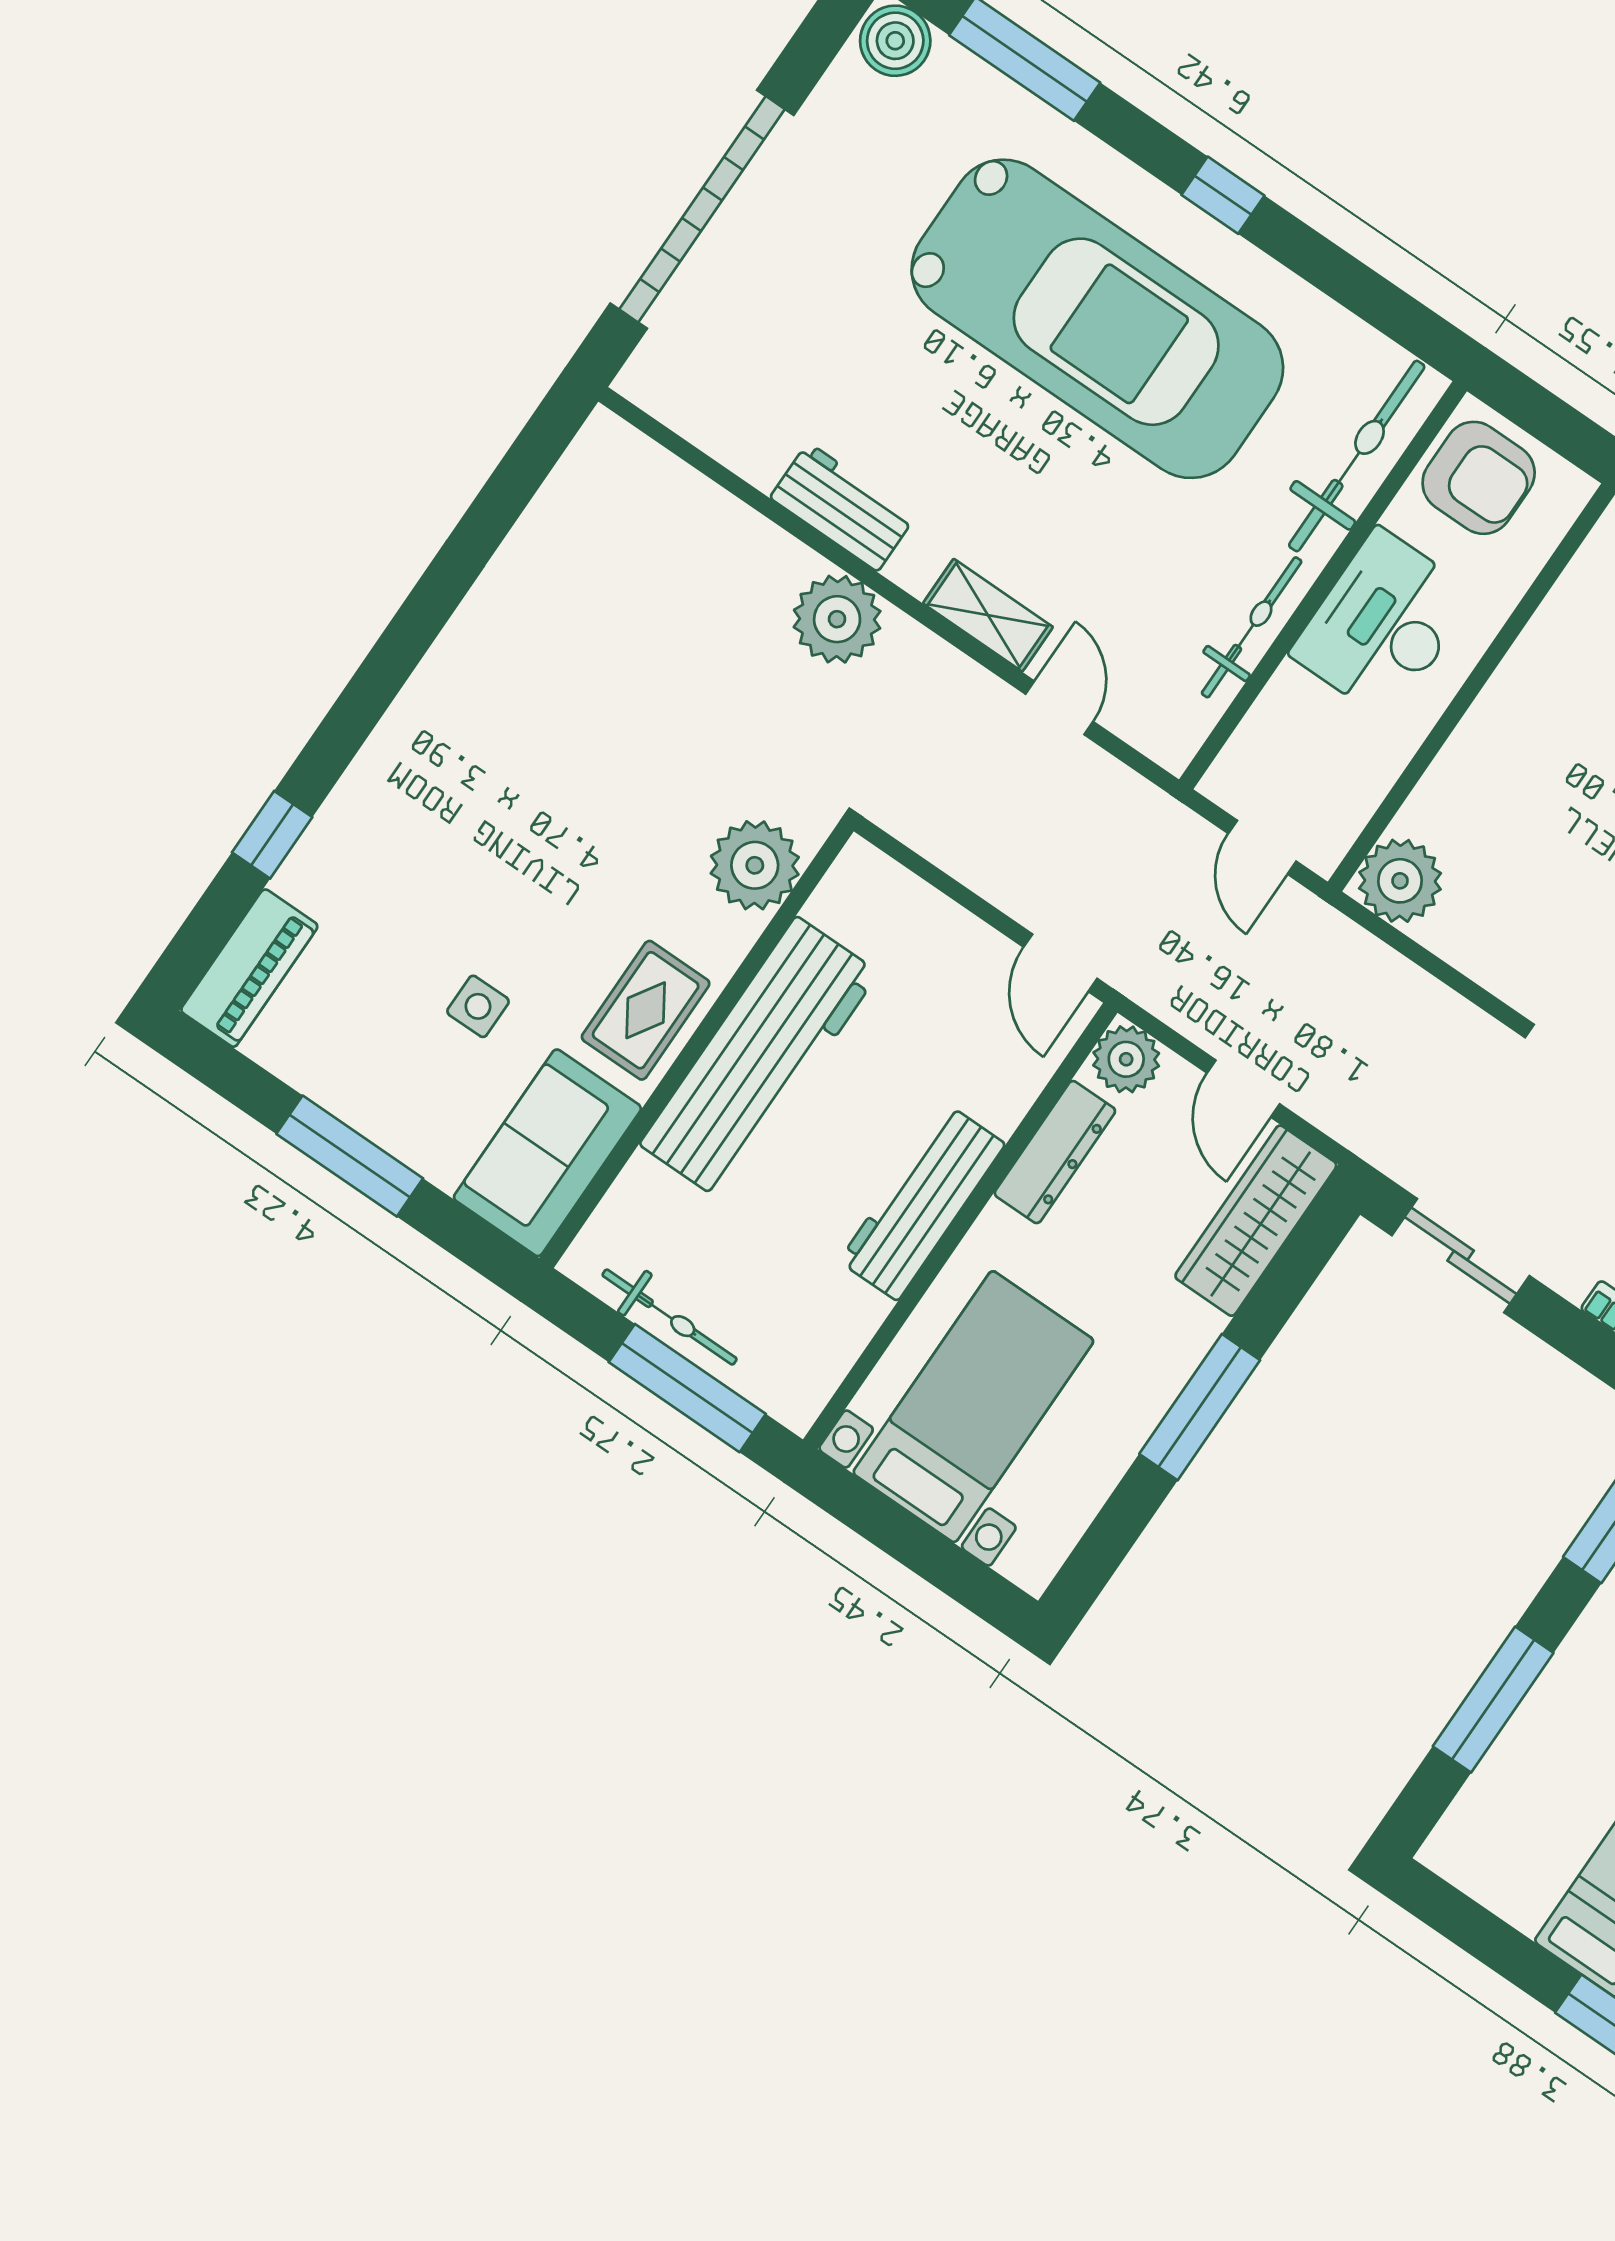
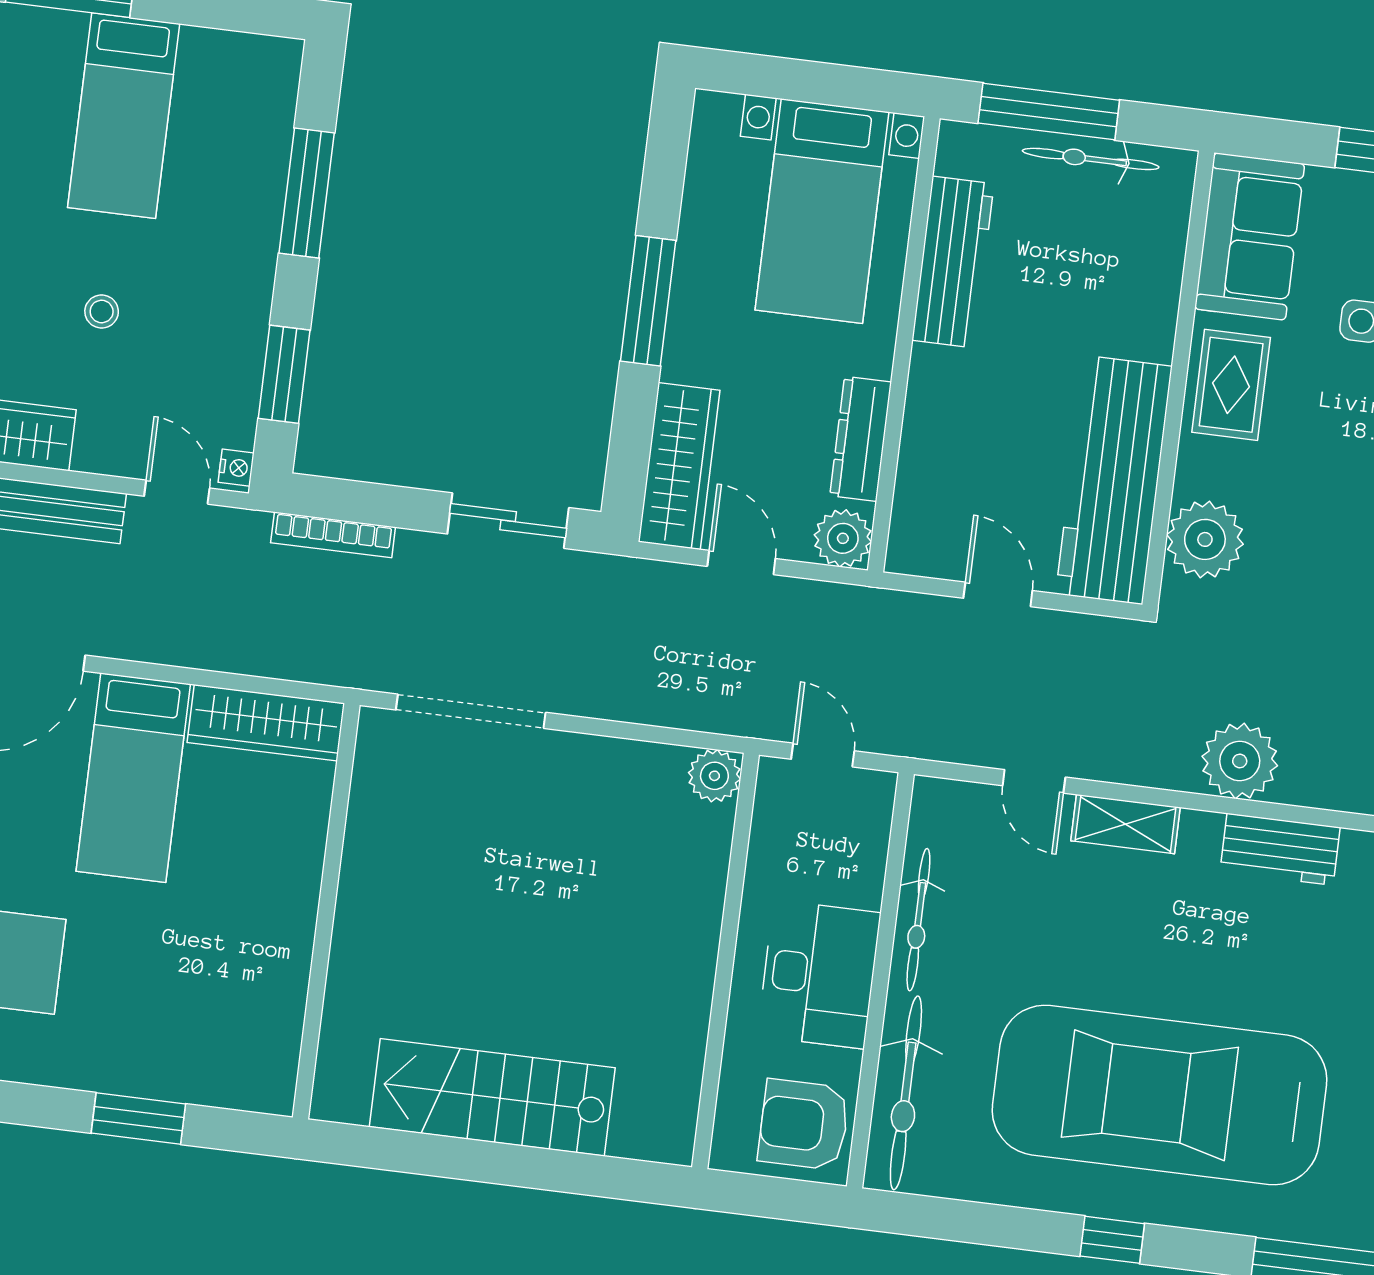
plant: (1400, 881) -> (714, 776), width x0.73, depth x0.73
door: (1060, 963) -> (998, 594), moved
workbench: (759, 1059) -> (1114, 480), moved
workbench: (922, 1203) -> (953, 262), moved

